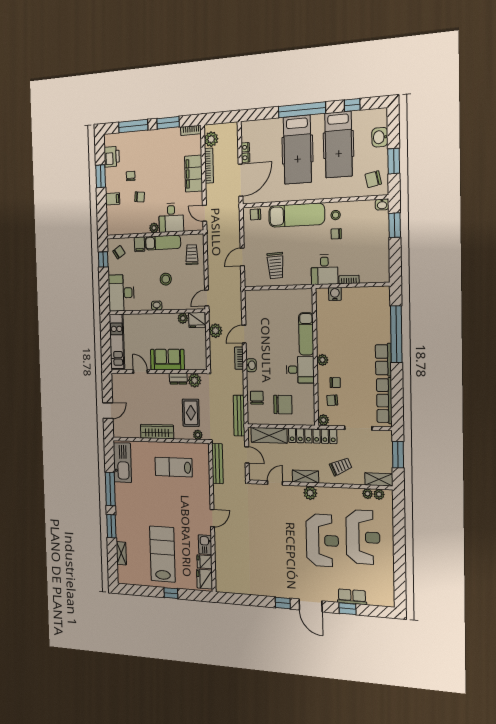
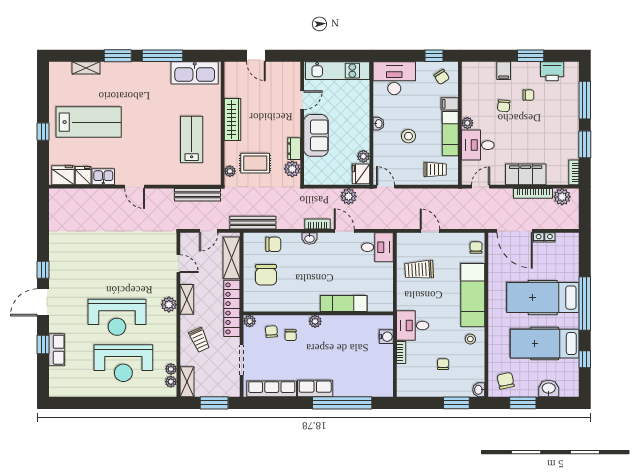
chair: (336, 234) -> (443, 364), moved
desk: (300, 370) -> (377, 247), moved, turned -90

